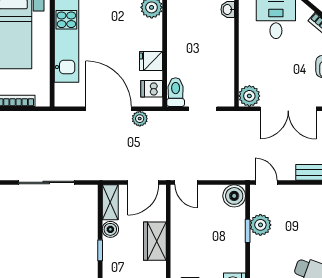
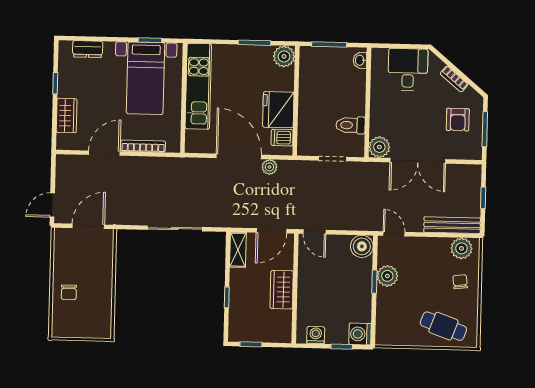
fridge: (151, 61) -> (278, 110), width x1.88, depth x1.34
toilet: (176, 92) -> (351, 125), moved, turned -90
boiler: (110, 229) -> (237, 277), removed

